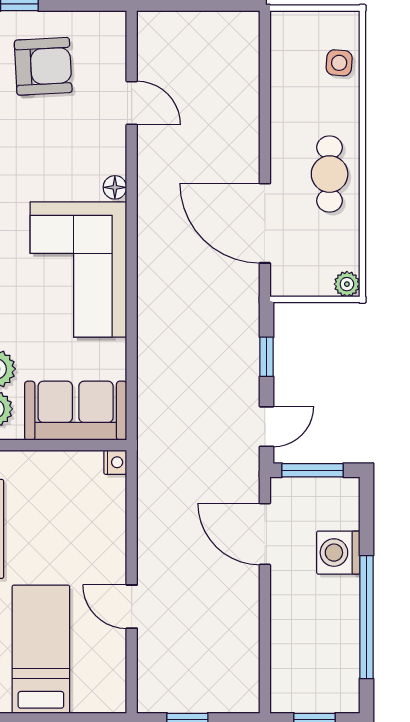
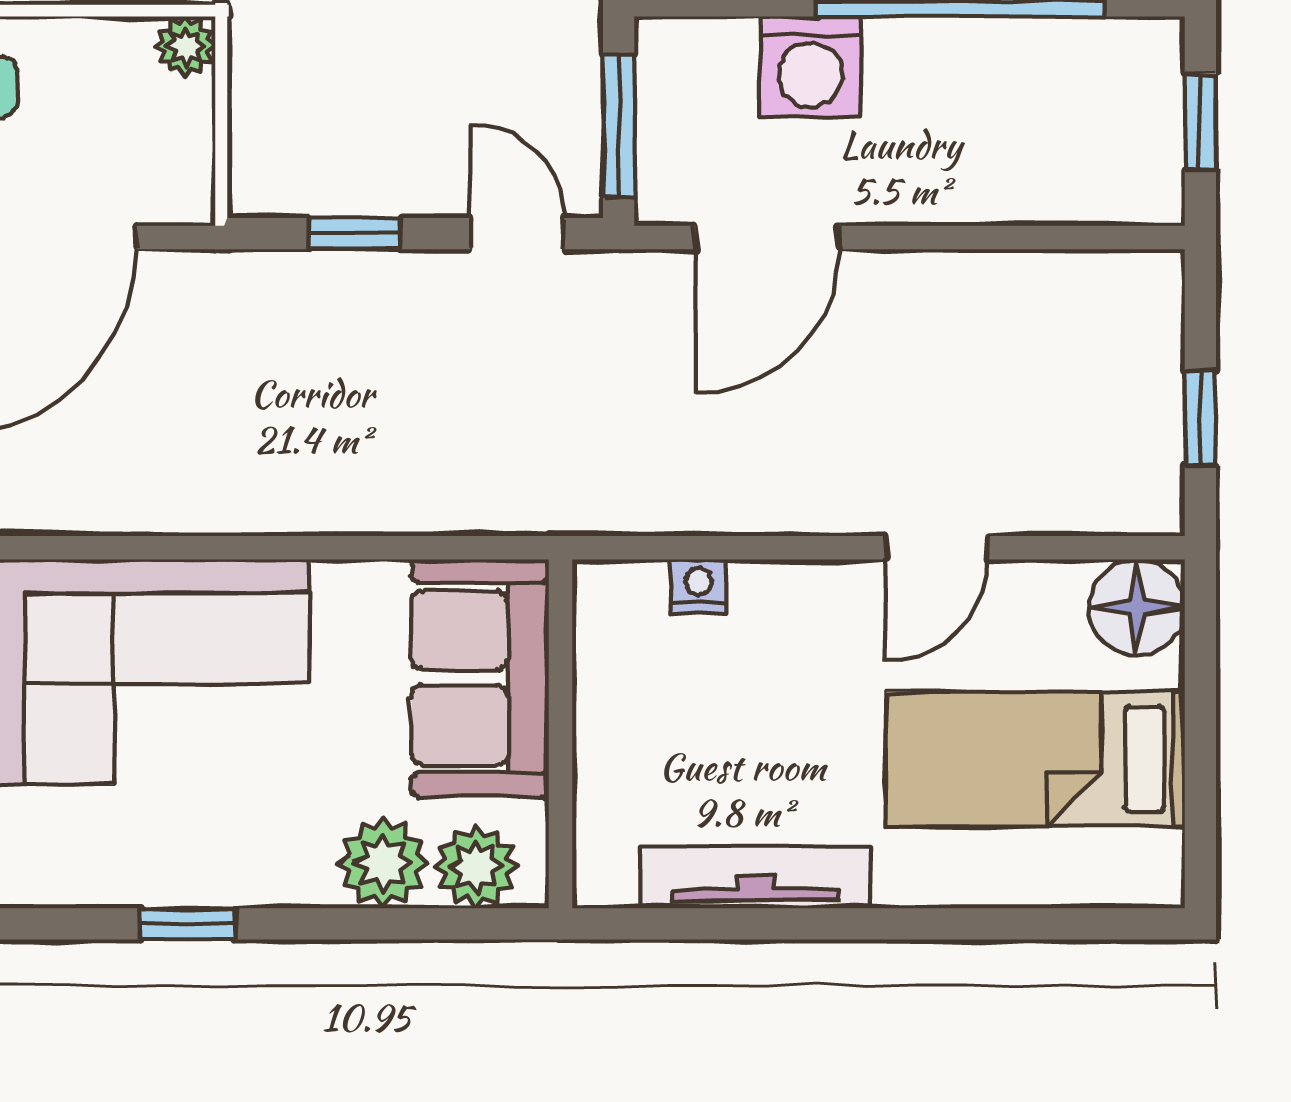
nightstand: (115, 462) -> (699, 586), moved
floor lamp: (106, 693) -> (1137, 607), added

